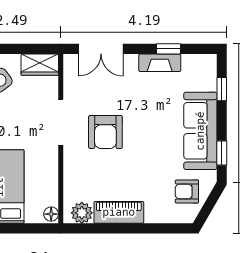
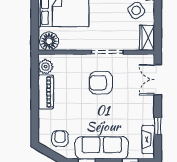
fireplace: (160, 63) -> (148, 139), moved
floor lamp: (51, 214) -> (49, 41), width x1.89, depth x1.89

